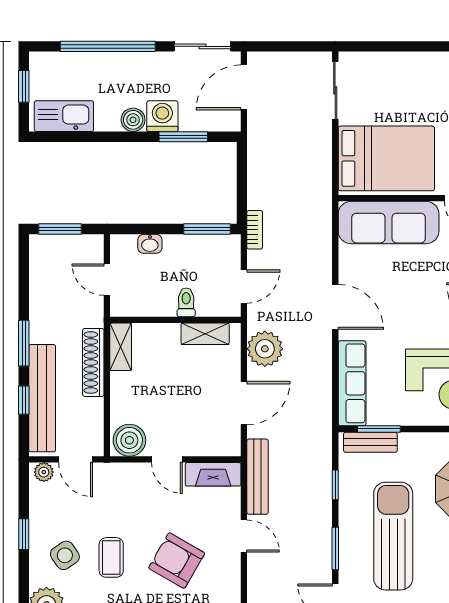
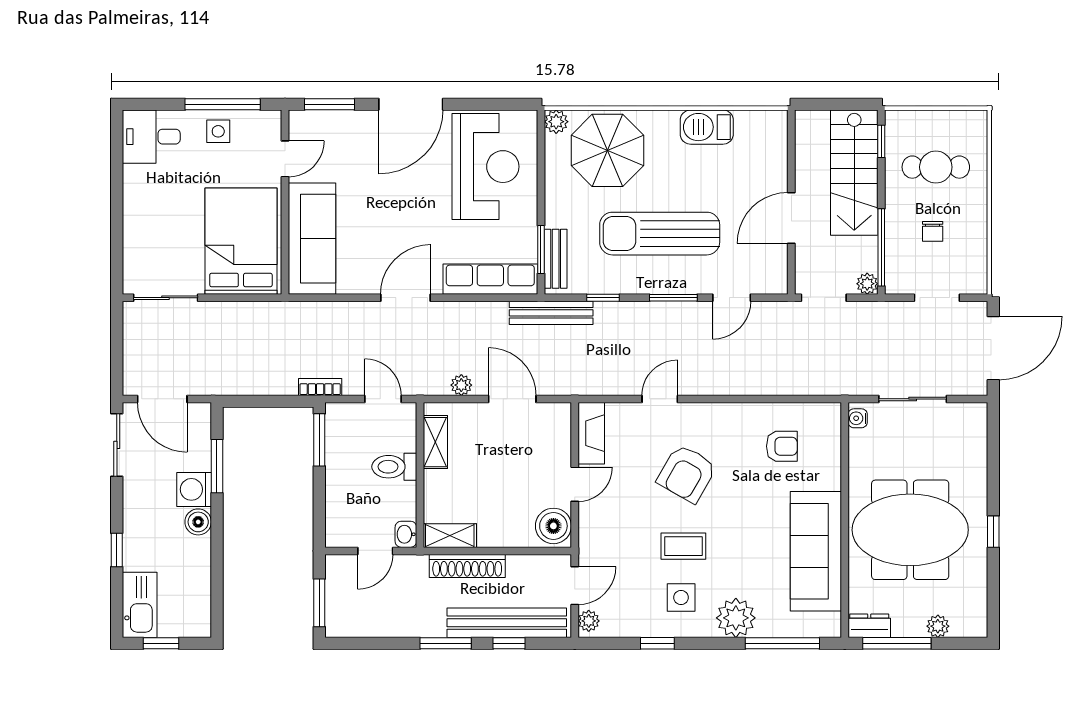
window: (108, 46) -> (117, 550), width x0.32
kitchen sink: (64, 116) -> (140, 605), moved, turned 180
washbasin: (150, 244) -> (406, 534), moved, turned 180
toilet: (186, 302) -> (394, 467), width x1.37, depth x1.39
plant: (265, 349) -> (461, 385), width x0.53, depth x0.53
bench: (258, 477) -> (551, 313), moved
side table: (65, 555) -> (681, 597), turned 35

